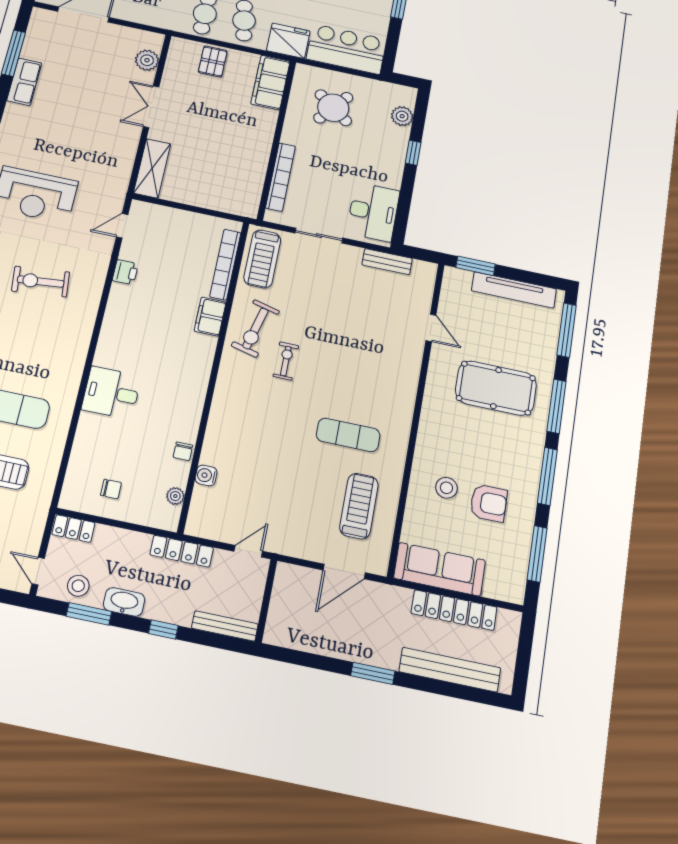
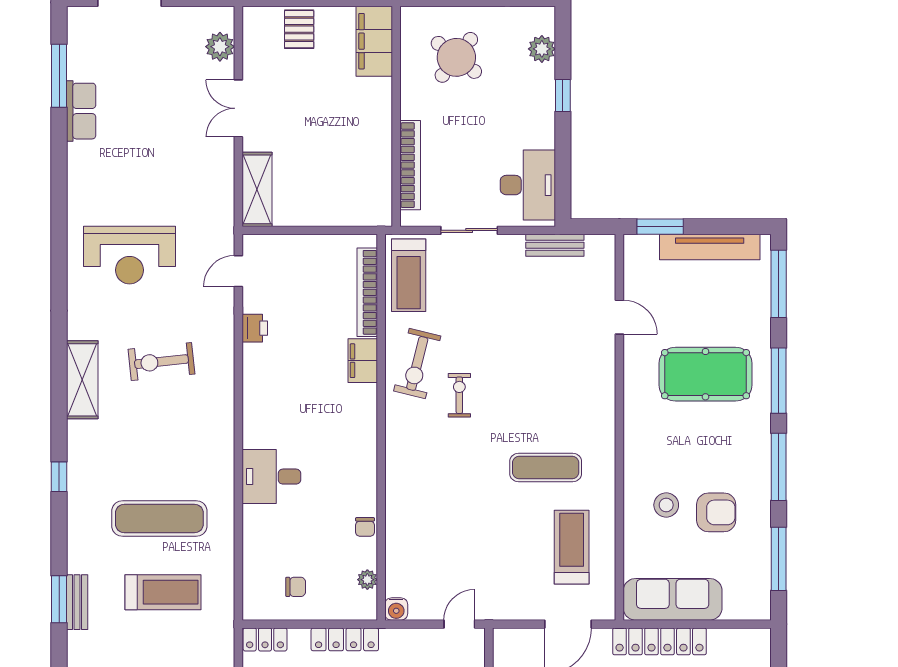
water cooler: (206, 475) -> (396, 609), moved, turned -90
locker: (182, 551) -> (345, 639), moved
locker: (454, 610) -> (659, 641), moved

